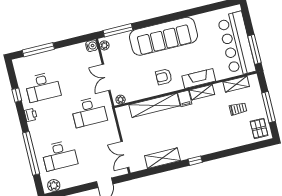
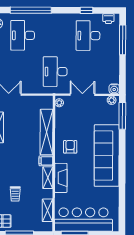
trolley: (238, 109) -> (15, 194), moved
printer: (31, 115) -> (108, 19), moved

